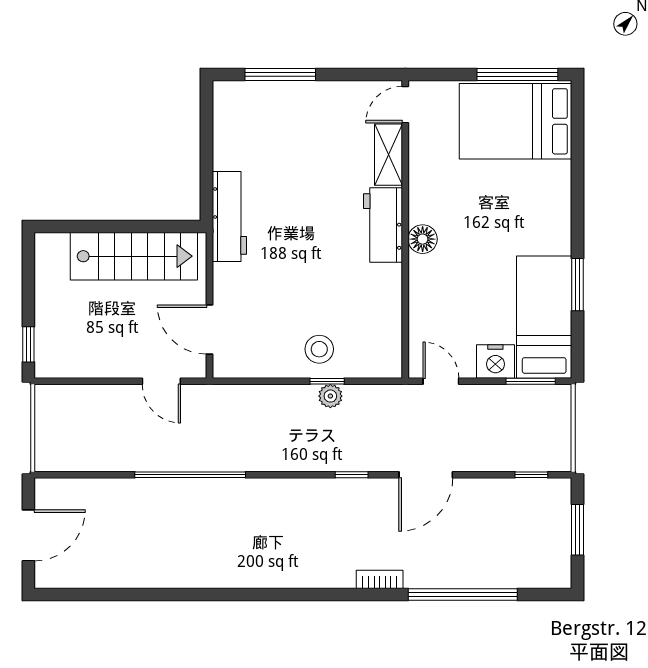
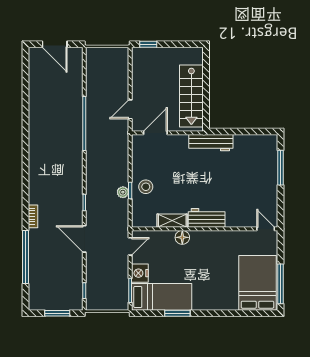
shelving: (388, 155) -> (172, 221), moved
floor lamp: (423, 239) -> (182, 237), moved

